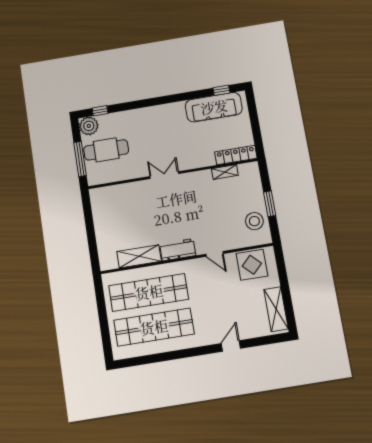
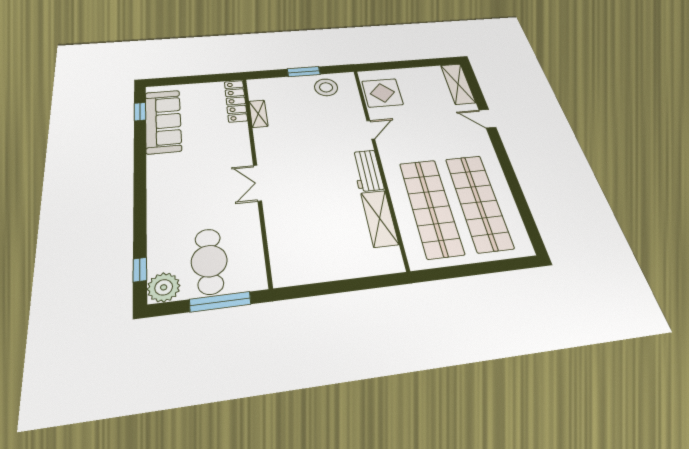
shelving: (276, 309) -> (458, 84), moved, turned 90

